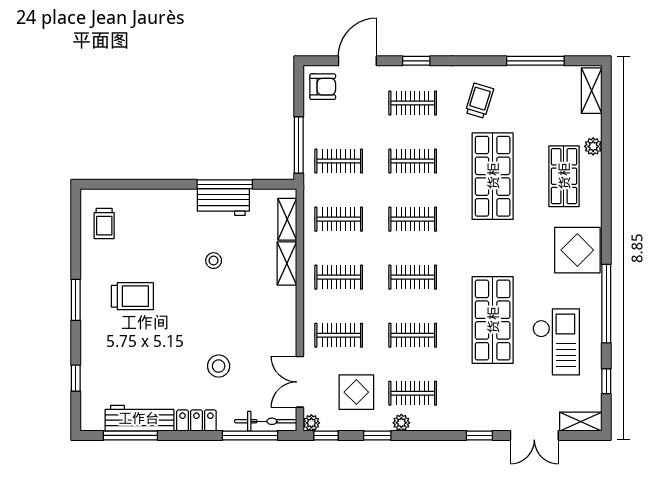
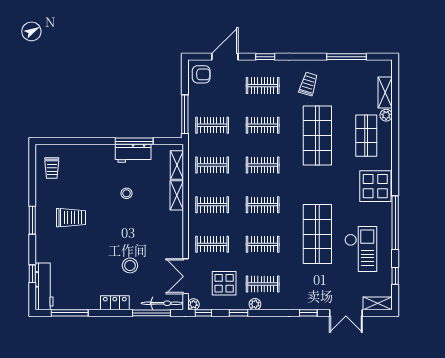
shelving: (592, 91) -> (385, 92), moved
workbench: (139, 418) -> (44, 286), moved, turned 90

